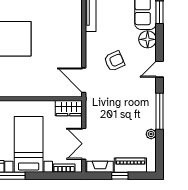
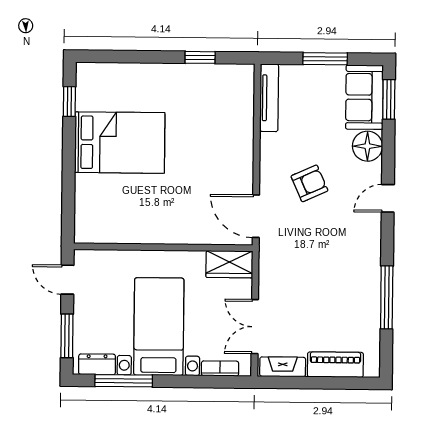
window: (160, 111) -> (387, 297), moved
plant: (151, 134) -> (372, 311), removed
window: (120, 176) -> (317, 383), removed

